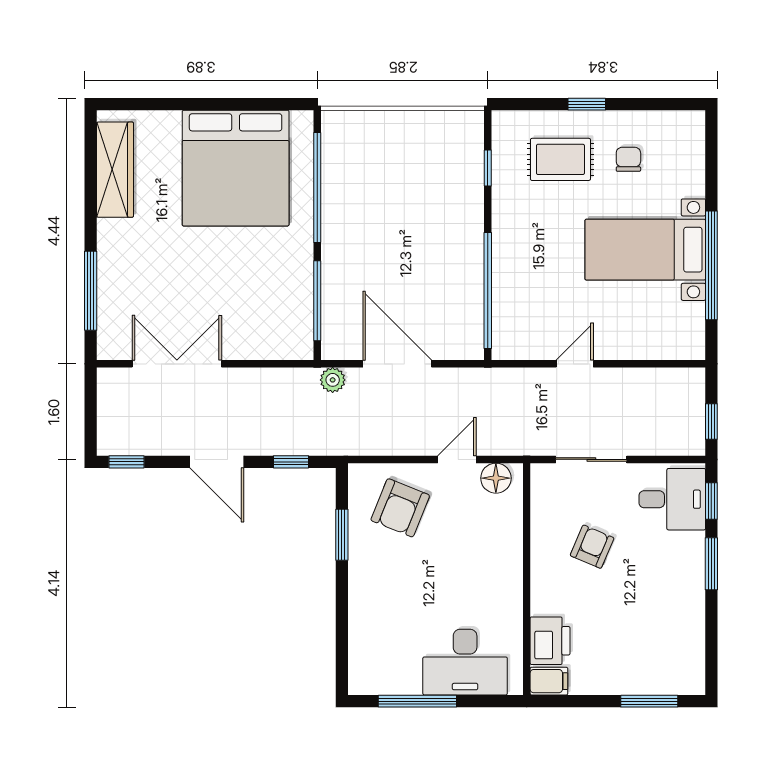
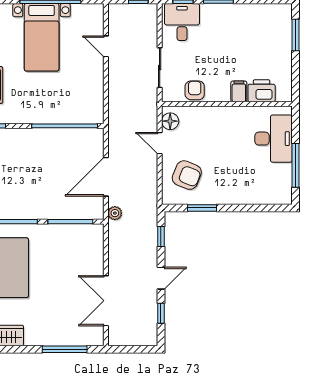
door: (575, 364) -> (106, 46), moved
window: (127, 462) -> (161, 313), moved
door: (217, 462) -> (161, 278), width x0.73
armchair: (592, 547) -> (195, 90), moved, turned 67
filing cabinet: (549, 681) -> (239, 91), moved

